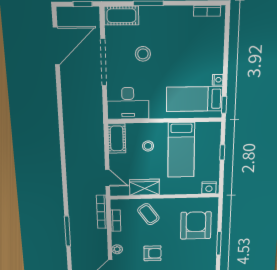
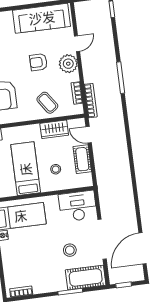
cot: (121, 16) -> (86, 278), width x1.37, depth x1.34
cot: (117, 138) -> (82, 159), moved
plant: (117, 249) -> (68, 64), width x1.88, depth x1.88

